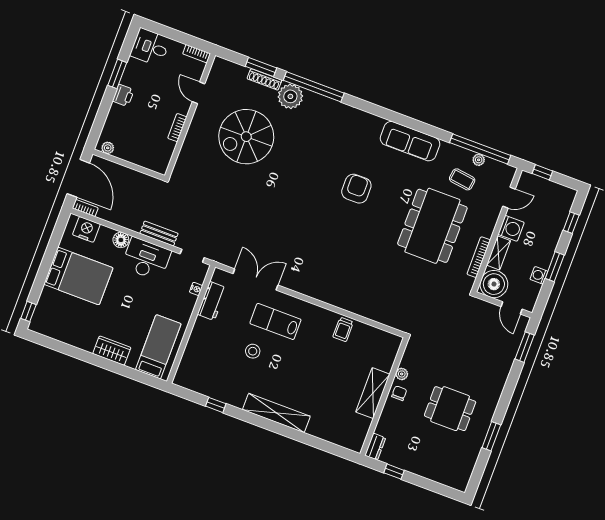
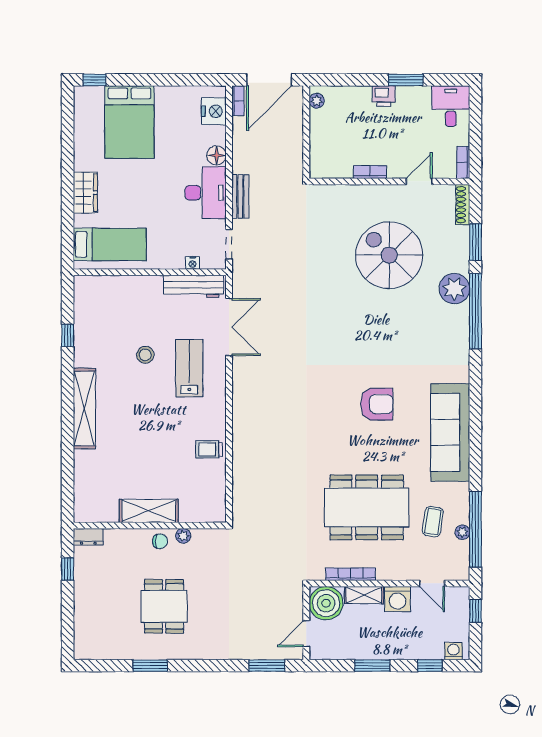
shoe rack: (264, 79) -> (463, 205), moved
sofa: (410, 141) -> (450, 432), width x1.36, depth x1.27
washing machine: (539, 275) -> (453, 651), moved
bed: (78, 276) -> (129, 122), moved
workbench: (212, 301) -> (194, 286), width x1.38

